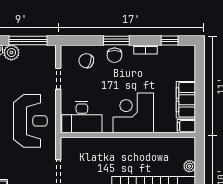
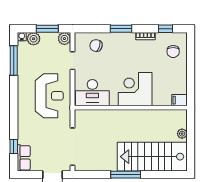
window: (28, 40) -> (47, 29), width x0.69
plant: (48, 52) -> (64, 39), added
chair: (114, 55) -> (173, 52), moved
filing cabinet: (186, 100) -> (179, 78), removed

